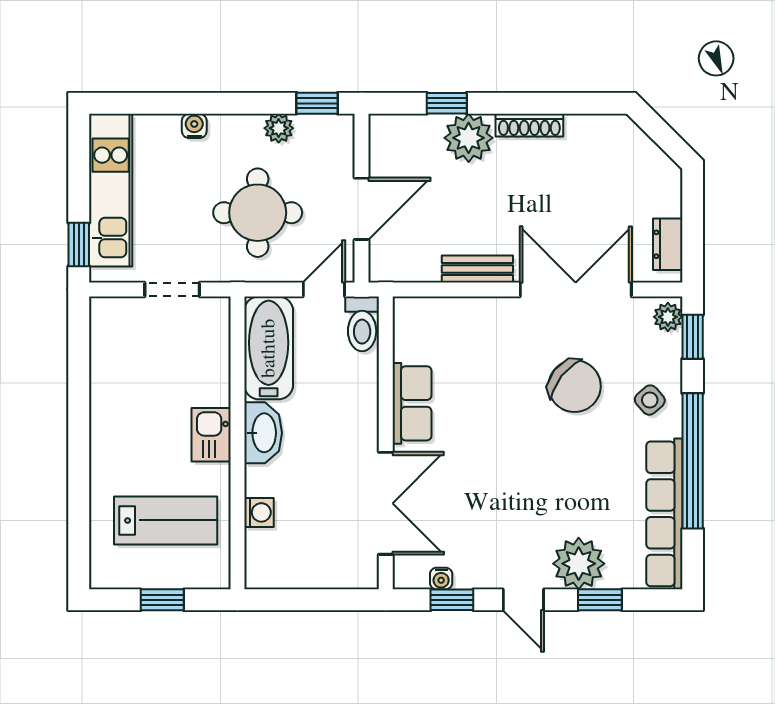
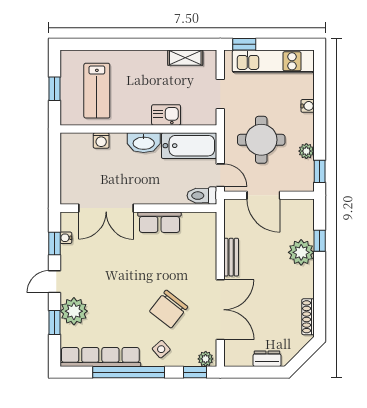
shoe rack: (529, 125) -> (308, 317), moved
dresser: (668, 244) -> (267, 359), moved
shelving: (104, 355) -> (185, 58), added
kitchen sink: (211, 435) -> (166, 115), moved

